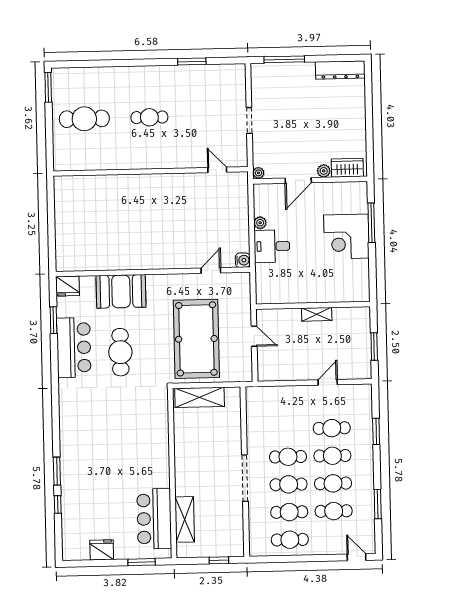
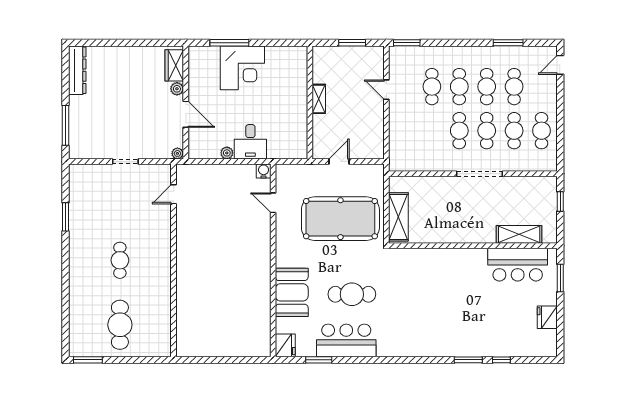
window: (376, 431) -> (407, 43), moved

